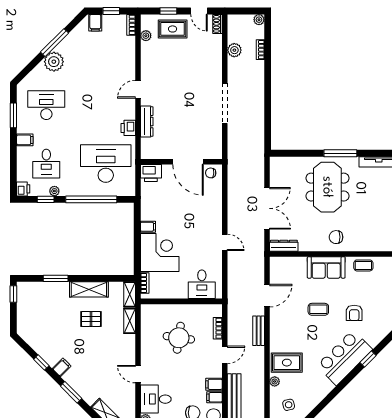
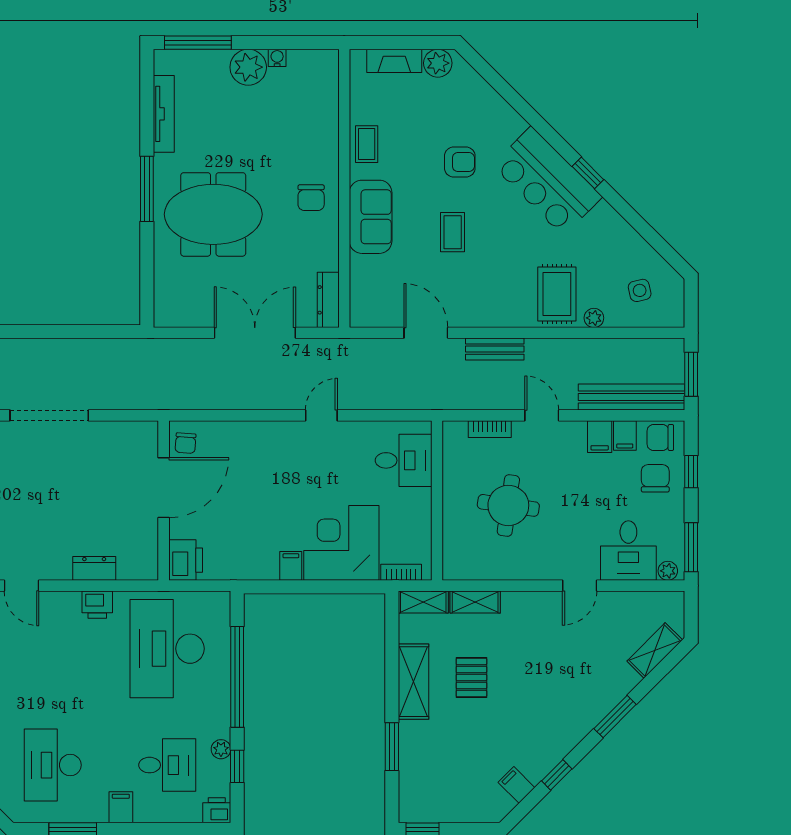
dresser: (147, 122) -> (94, 568), width x0.70
window: (368, 359) -> (588, 173), moved
filing cabinet: (62, 367) -> (516, 785), moved

